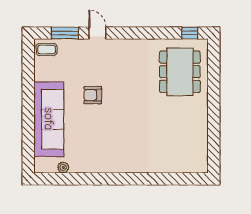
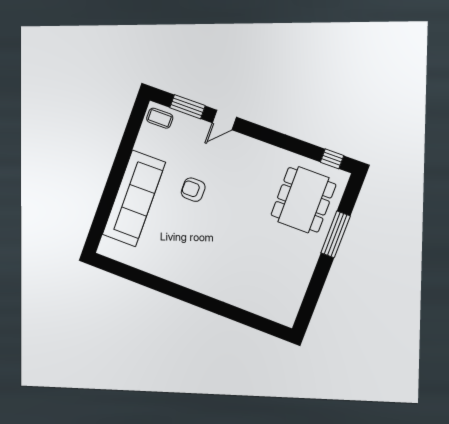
door: (97, 33) -> (224, 120), swing flipped
window: (214, 89) -> (335, 234), added
plant: (63, 167) -> (130, 259), removed

